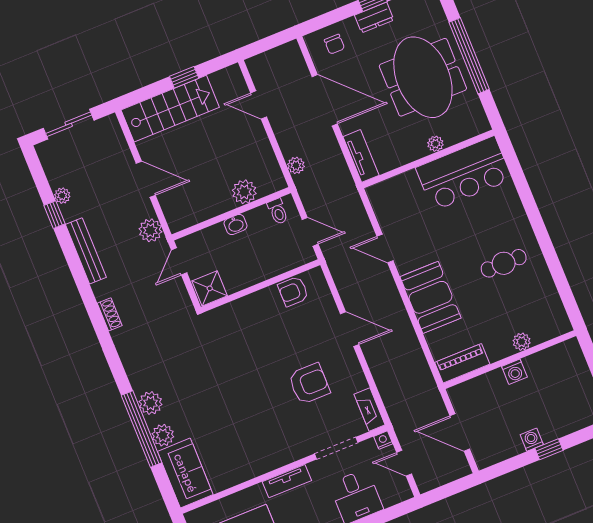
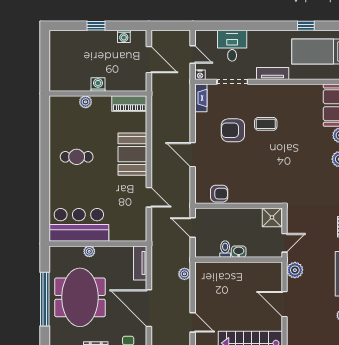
plant: (244, 192) -> (225, 270), removed
toilet: (278, 211) -> (225, 249), moved
coffee table: (269, 410) -> (266, 124), added
washing machine: (532, 440) -> (124, 36), moved

